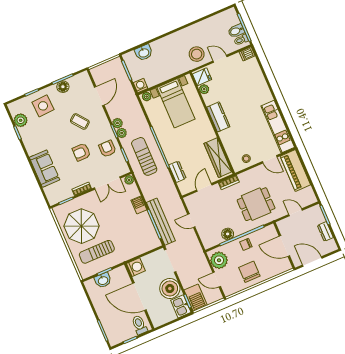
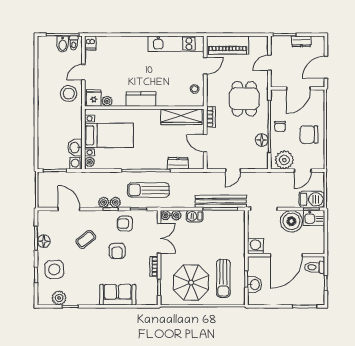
washbasin: (144, 53) -> (75, 148), moved, turned 180
plant: (133, 189) -> (176, 215), added

